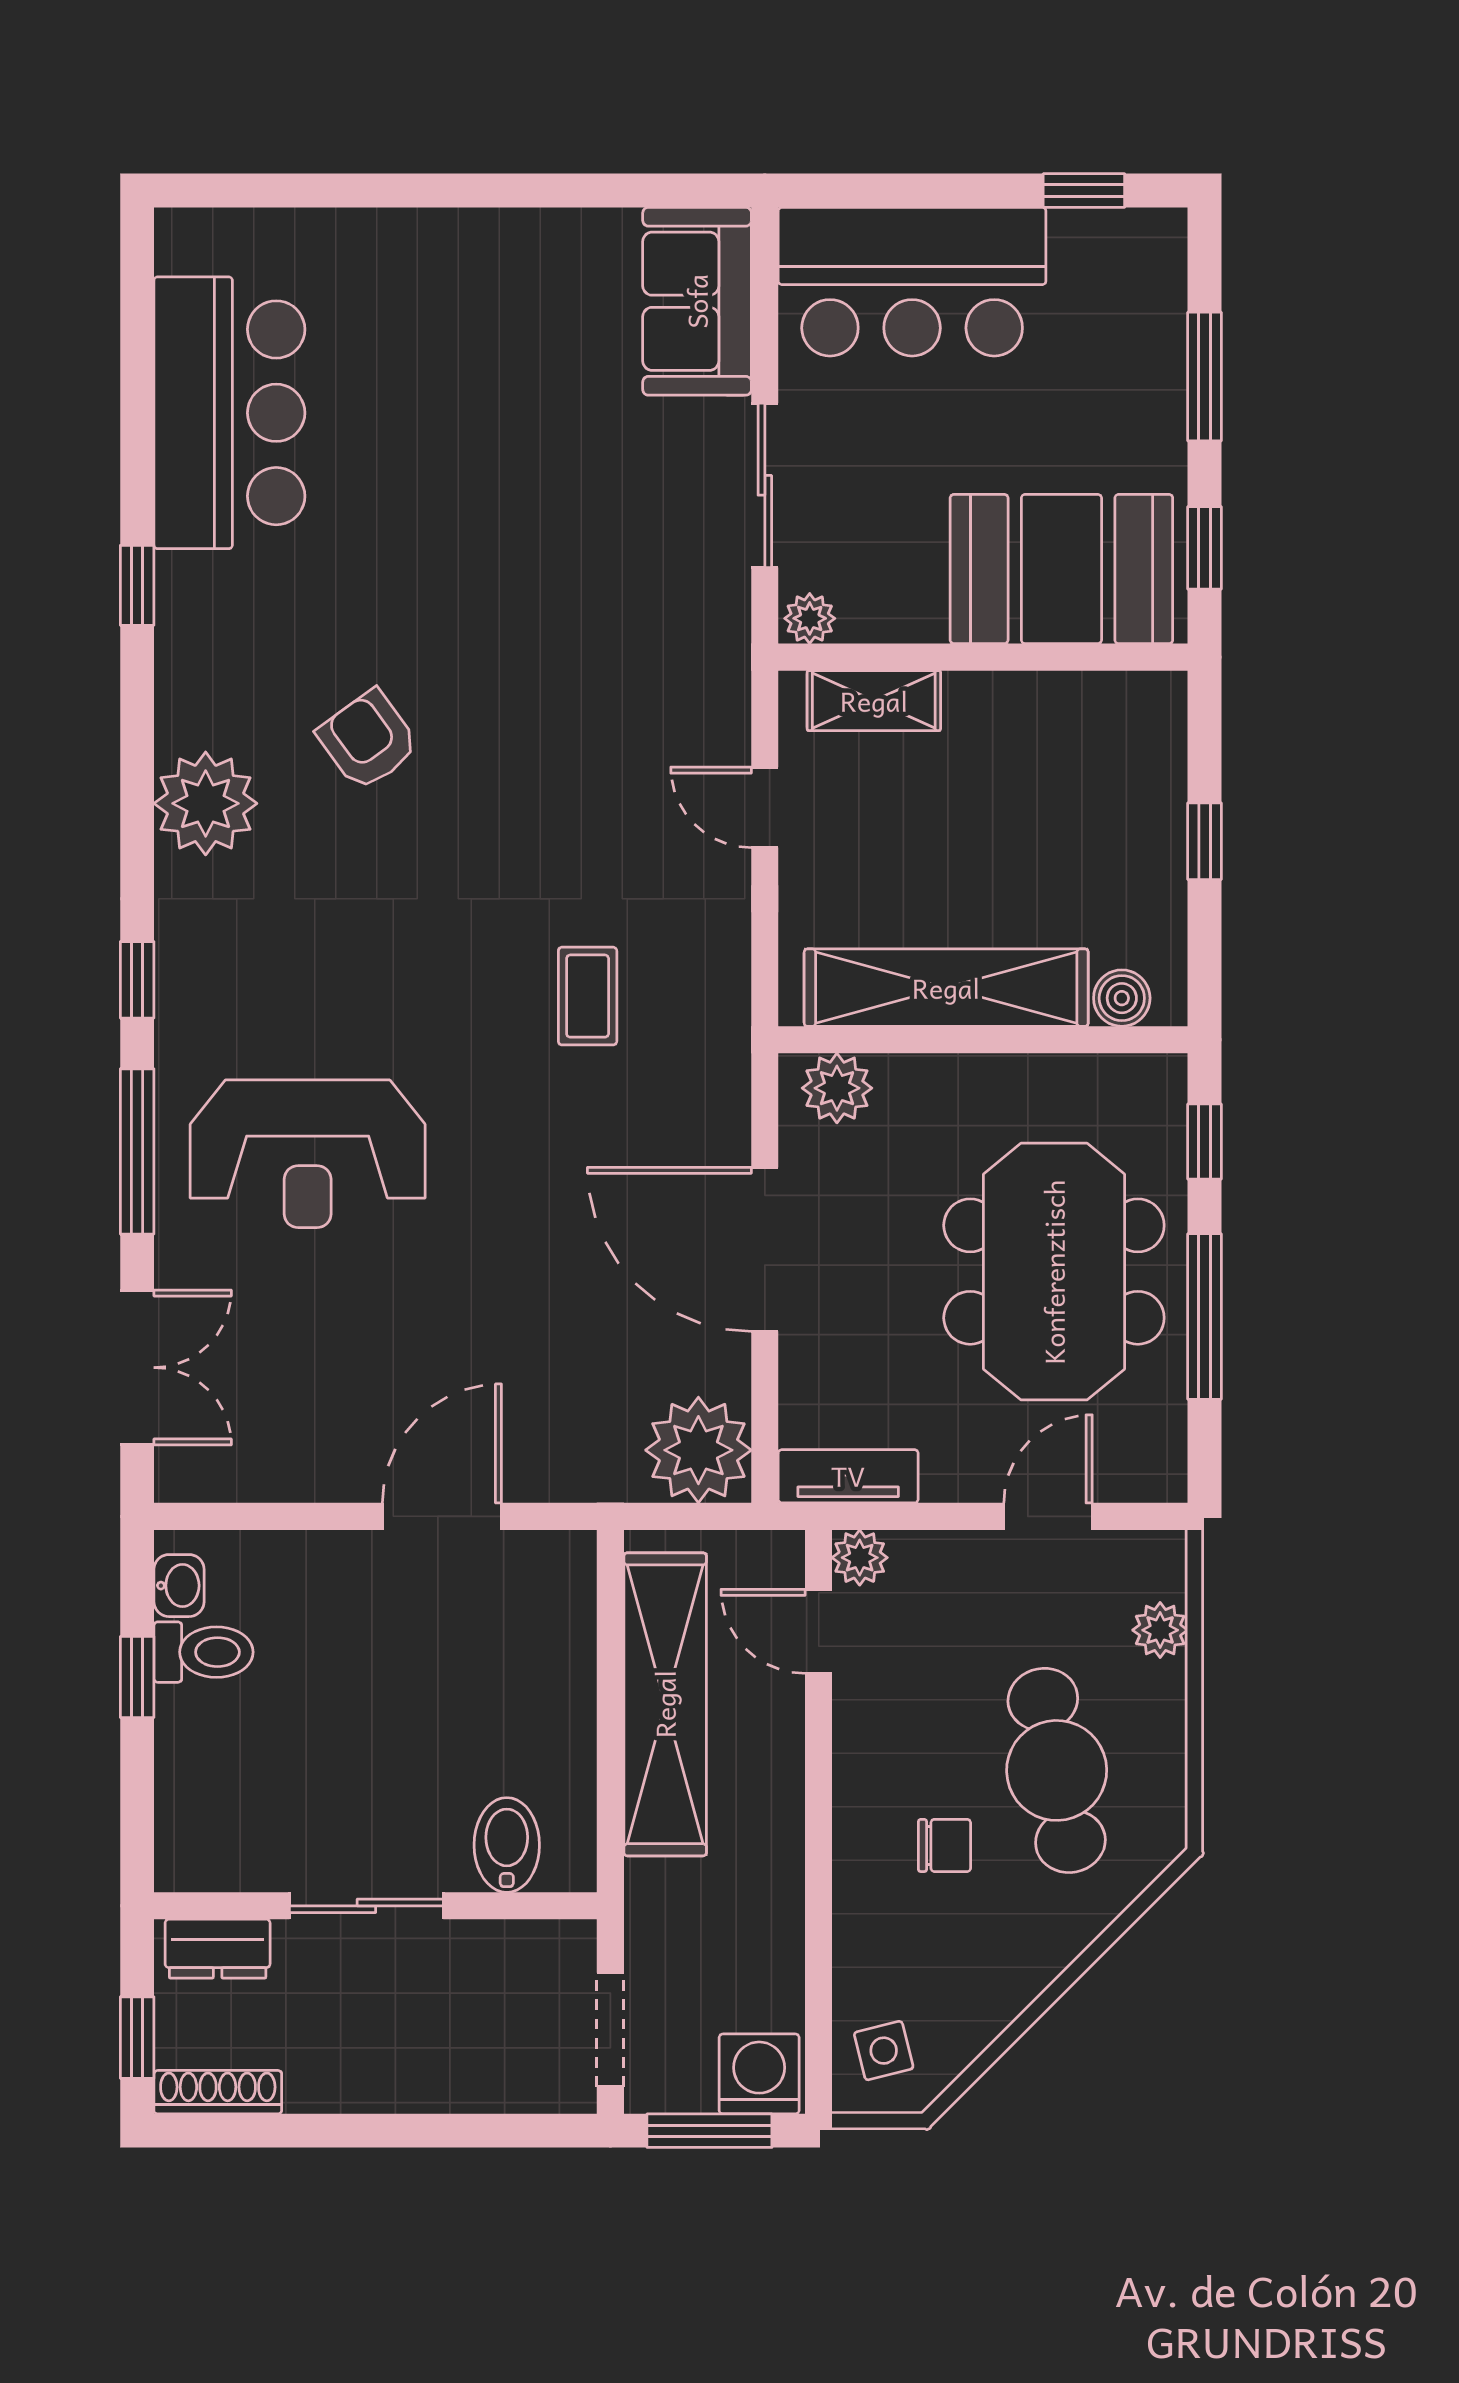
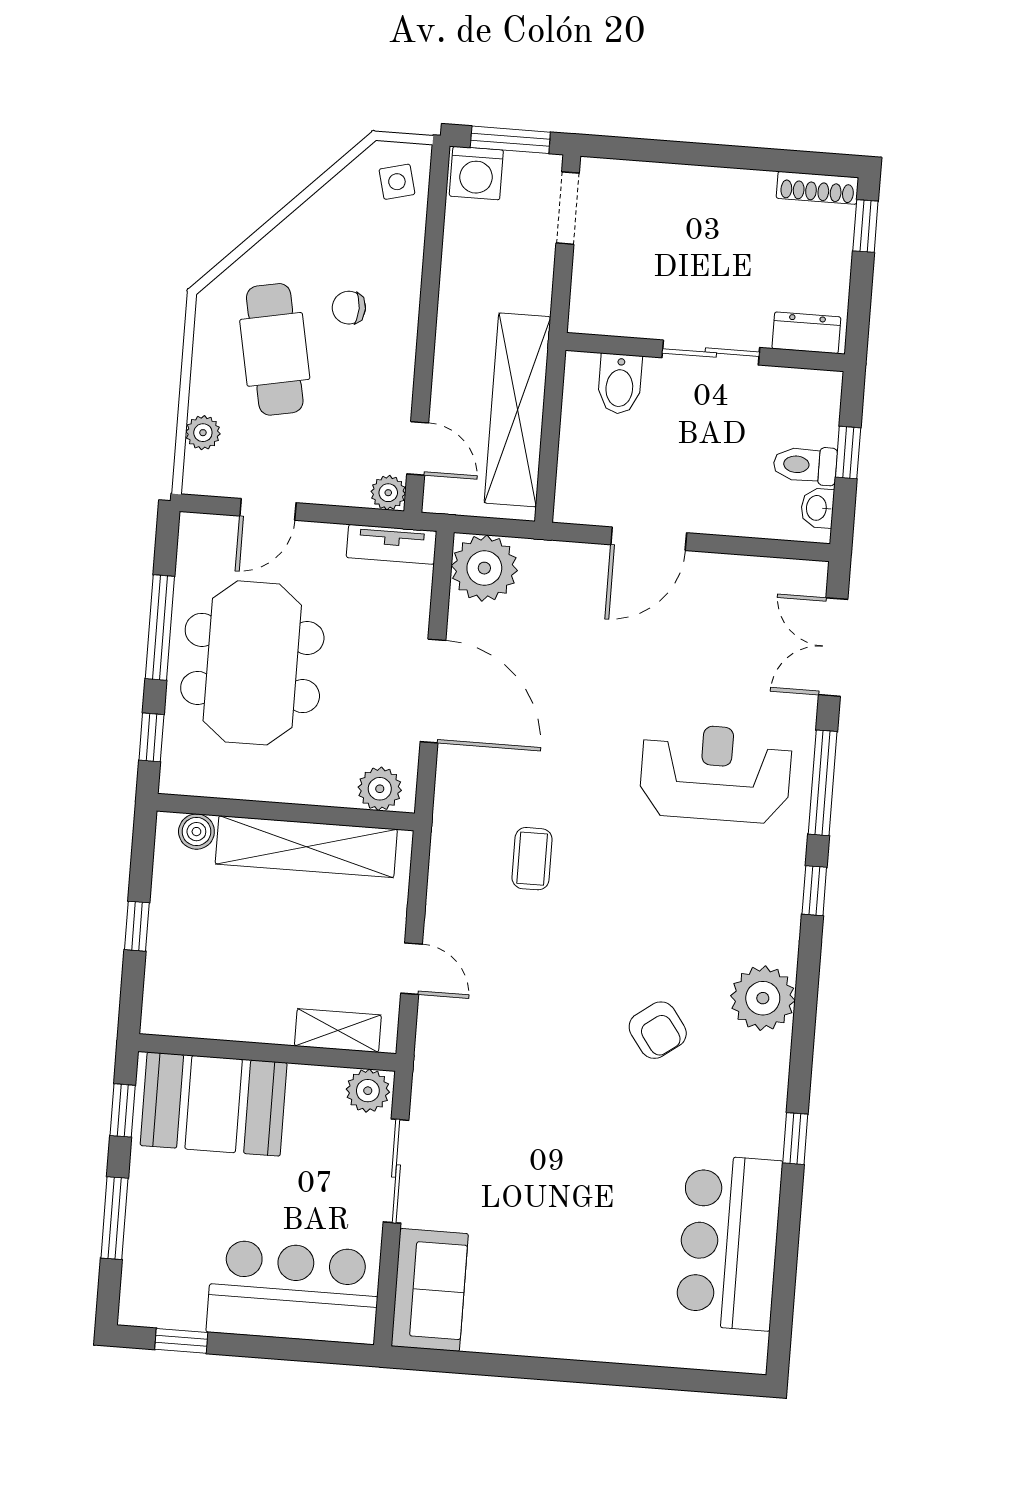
plant: (810, 618) -> (368, 1091), width x1.38, depth x1.38
bidet: (507, 1845) -> (620, 384), moved
sliding door: (366, 1906) -> (711, 353), moved
wall: (375, 1906) -> (705, 352), moved
dresser: (218, 1949) -> (806, 333), moved

